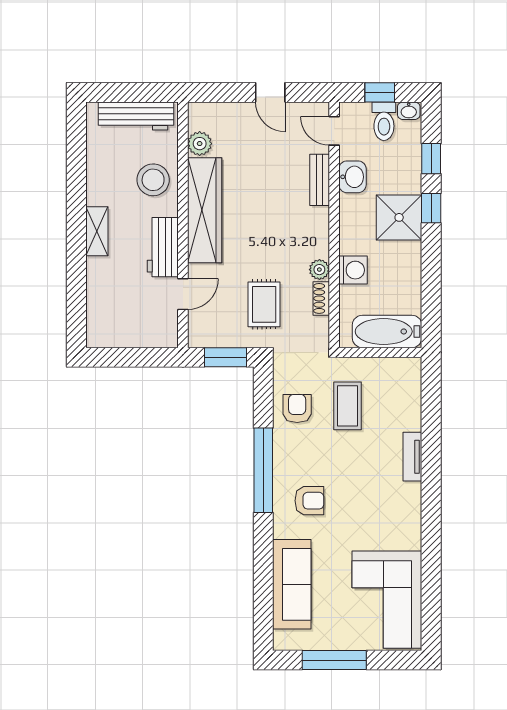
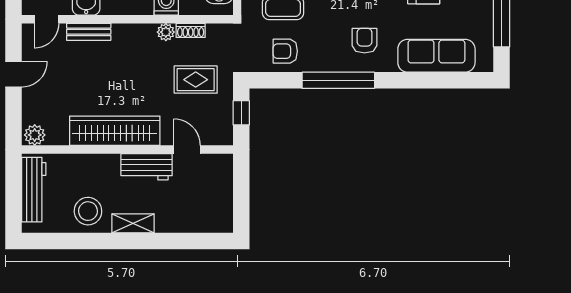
plant: (200, 144) -> (35, 135), moved
stool: (153, 180) -> (88, 211), moved
window: (225, 357) -> (241, 113), width x0.67

